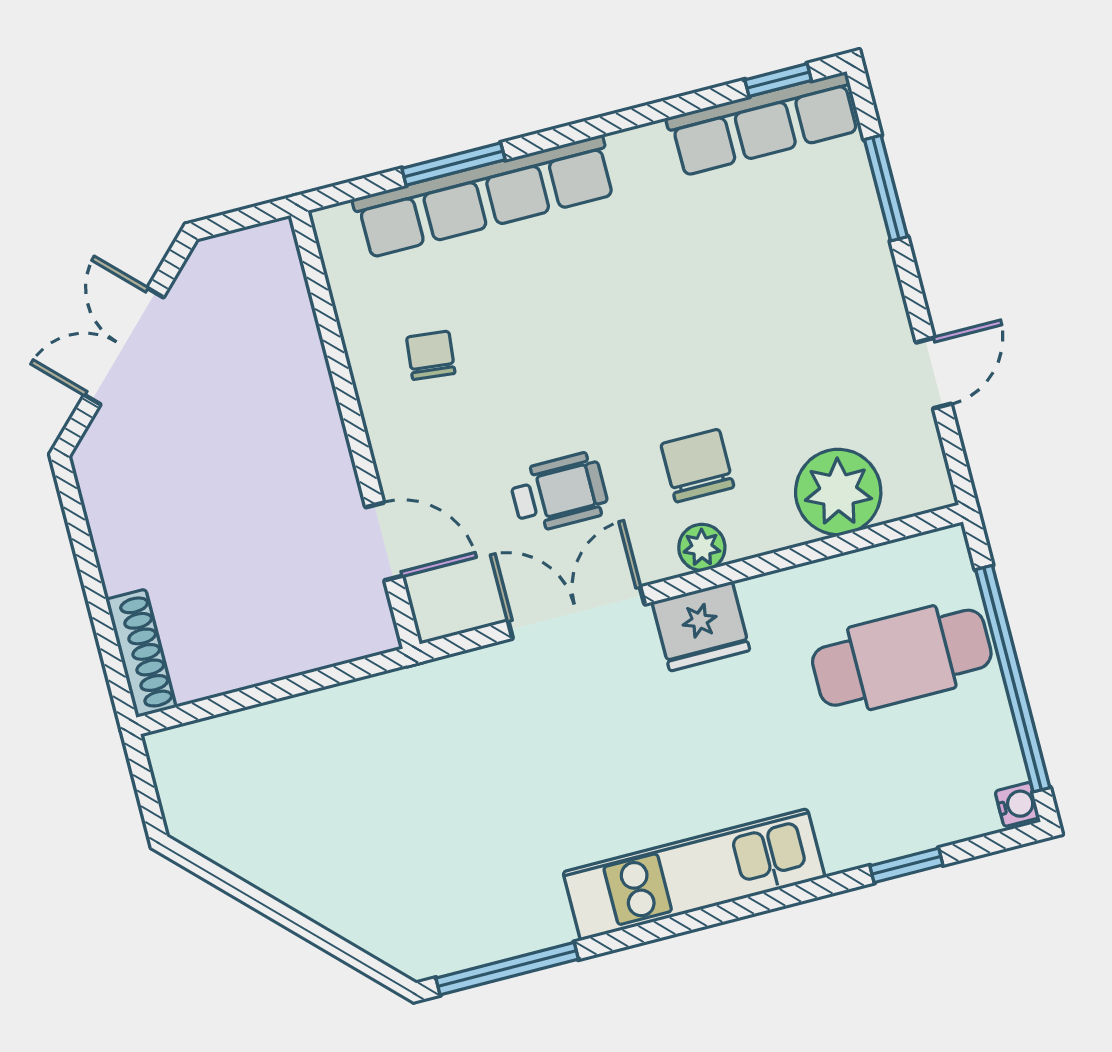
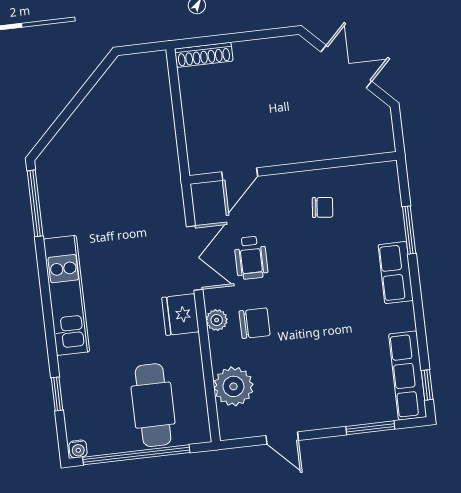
row of seats: (485, 197) -> (396, 273), width x0.50

